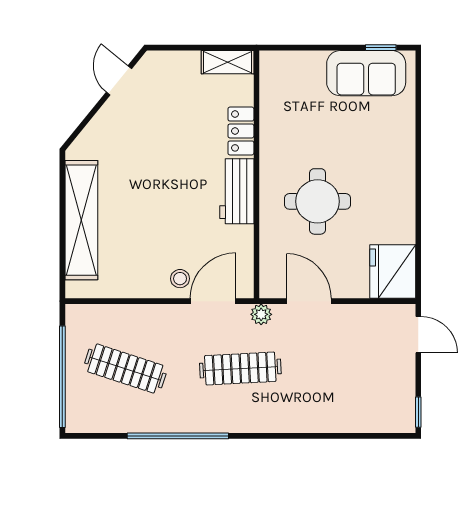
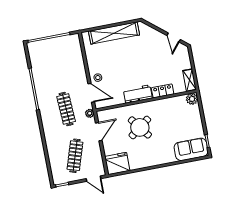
plant: (273, 65) -> (192, 99), added
sofa: (366, 73) -> (191, 149), moved, turned 90
door: (119, 80) -> (174, 37), swing flipped
round table: (318, 201) -> (140, 127), turned -37
door: (418, 335) -> (94, 179), hinge flipped
clothes rail: (125, 369) -> (75, 156), moved

